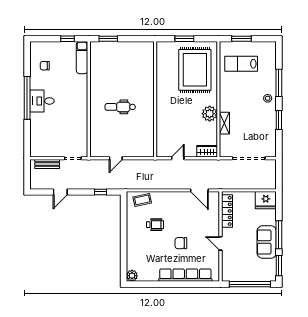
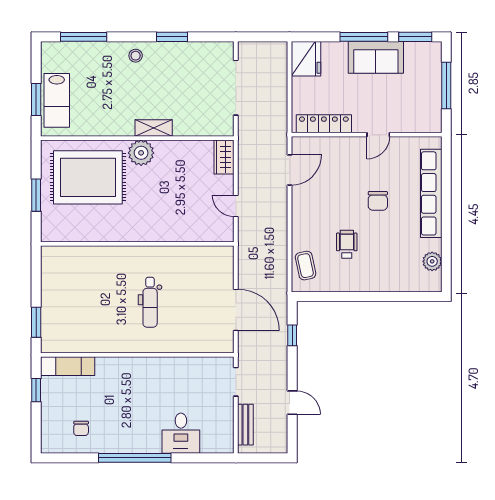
lab bench: (241, 64) -> (57, 100), moved
window: (279, 83) -> (84, 37), moved
desk: (42, 101) -> (181, 433), moved
plant: (210, 114) -> (141, 153), moved
shelving: (224, 123) -> (154, 128), moved
door: (116, 158) -> (236, 310), width x1.87
plant: (132, 276) -> (432, 261), moved
window: (250, 284) -> (446, 85), width x0.68

